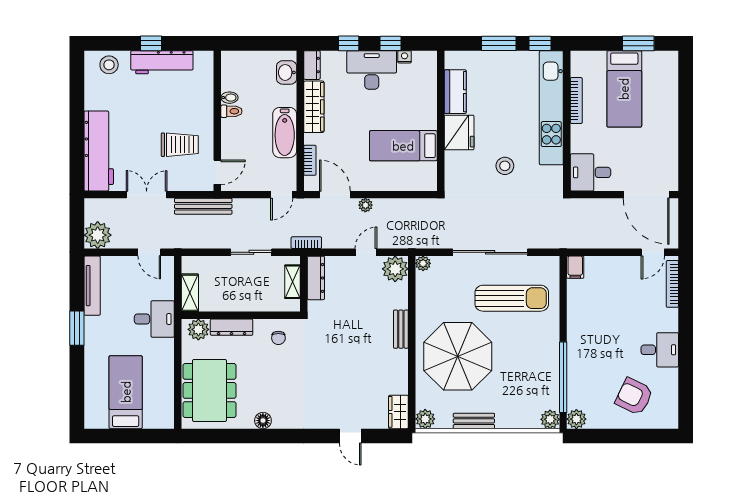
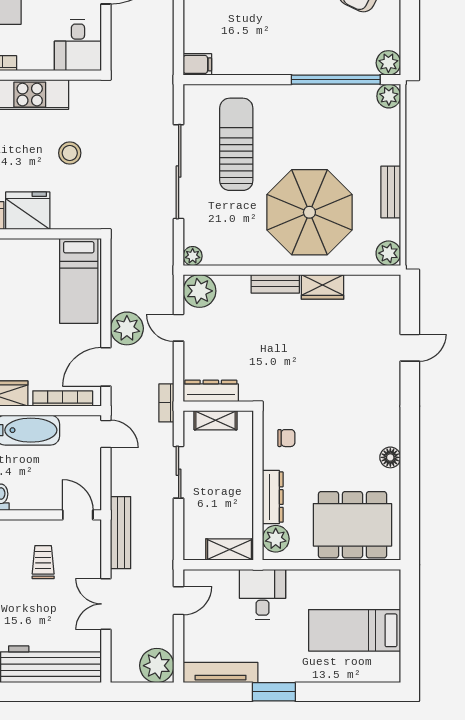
trolley: (180, 145) -> (43, 562), width x0.73, depth x0.72
bed: (403, 146) -> (79, 281), moved
bookcase: (310, 160) -> (63, 398), width x1.56
plant: (365, 205) -> (127, 328), width x1.87, depth x1.87
wardrobe: (398, 412) -> (322, 287), moved

